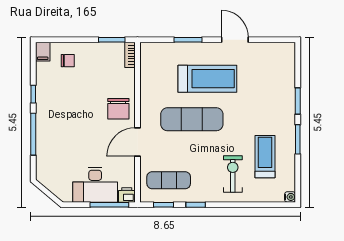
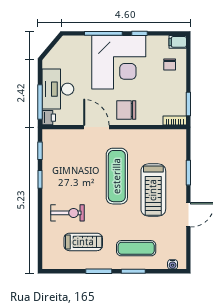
corner desk: (65, 117) -> (119, 62), added
exercise mat: (169, 180) -> (136, 248), moved, turned 90
water cooler: (290, 197) -> (173, 264), moved

